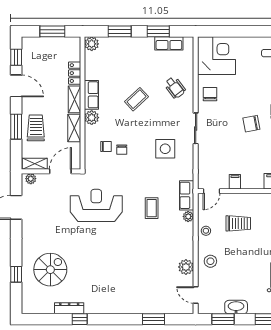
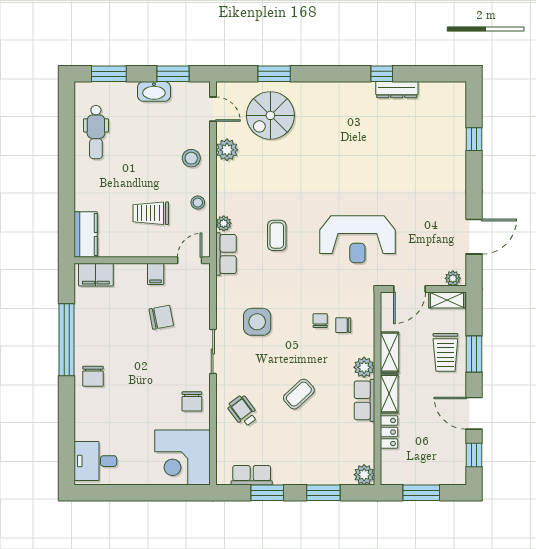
chair: (251, 124) -> (161, 317), moved
spiral stairs: (50, 270) -> (270, 115), moved

